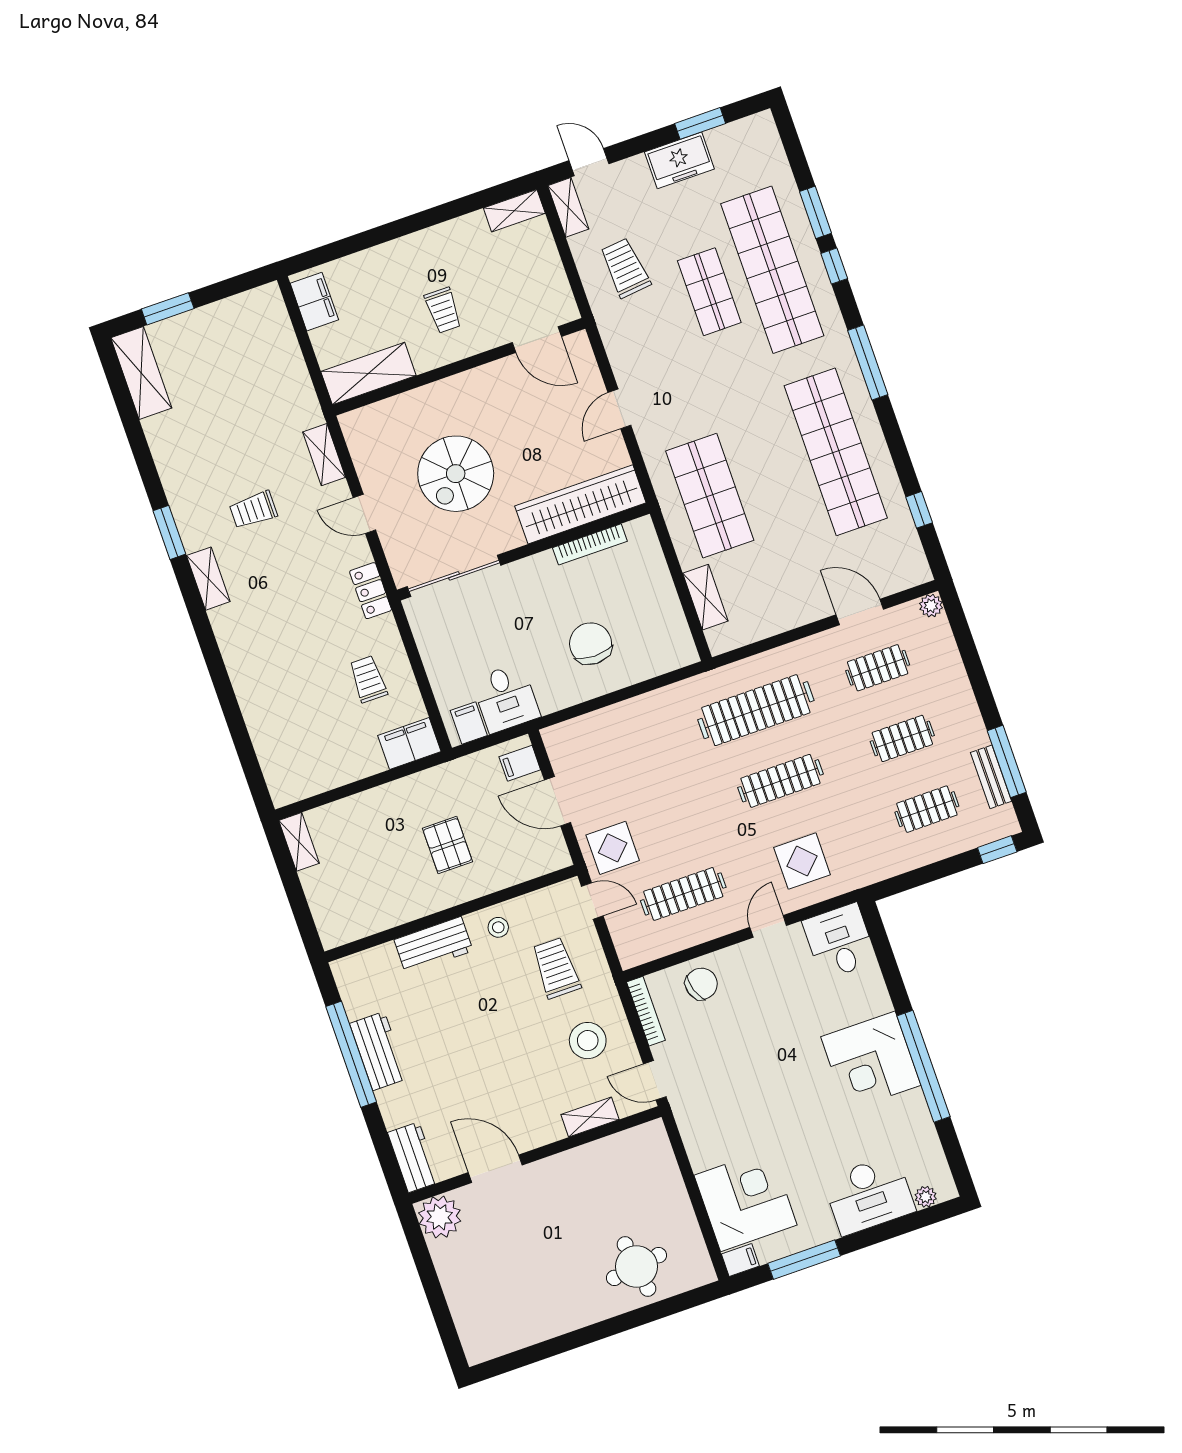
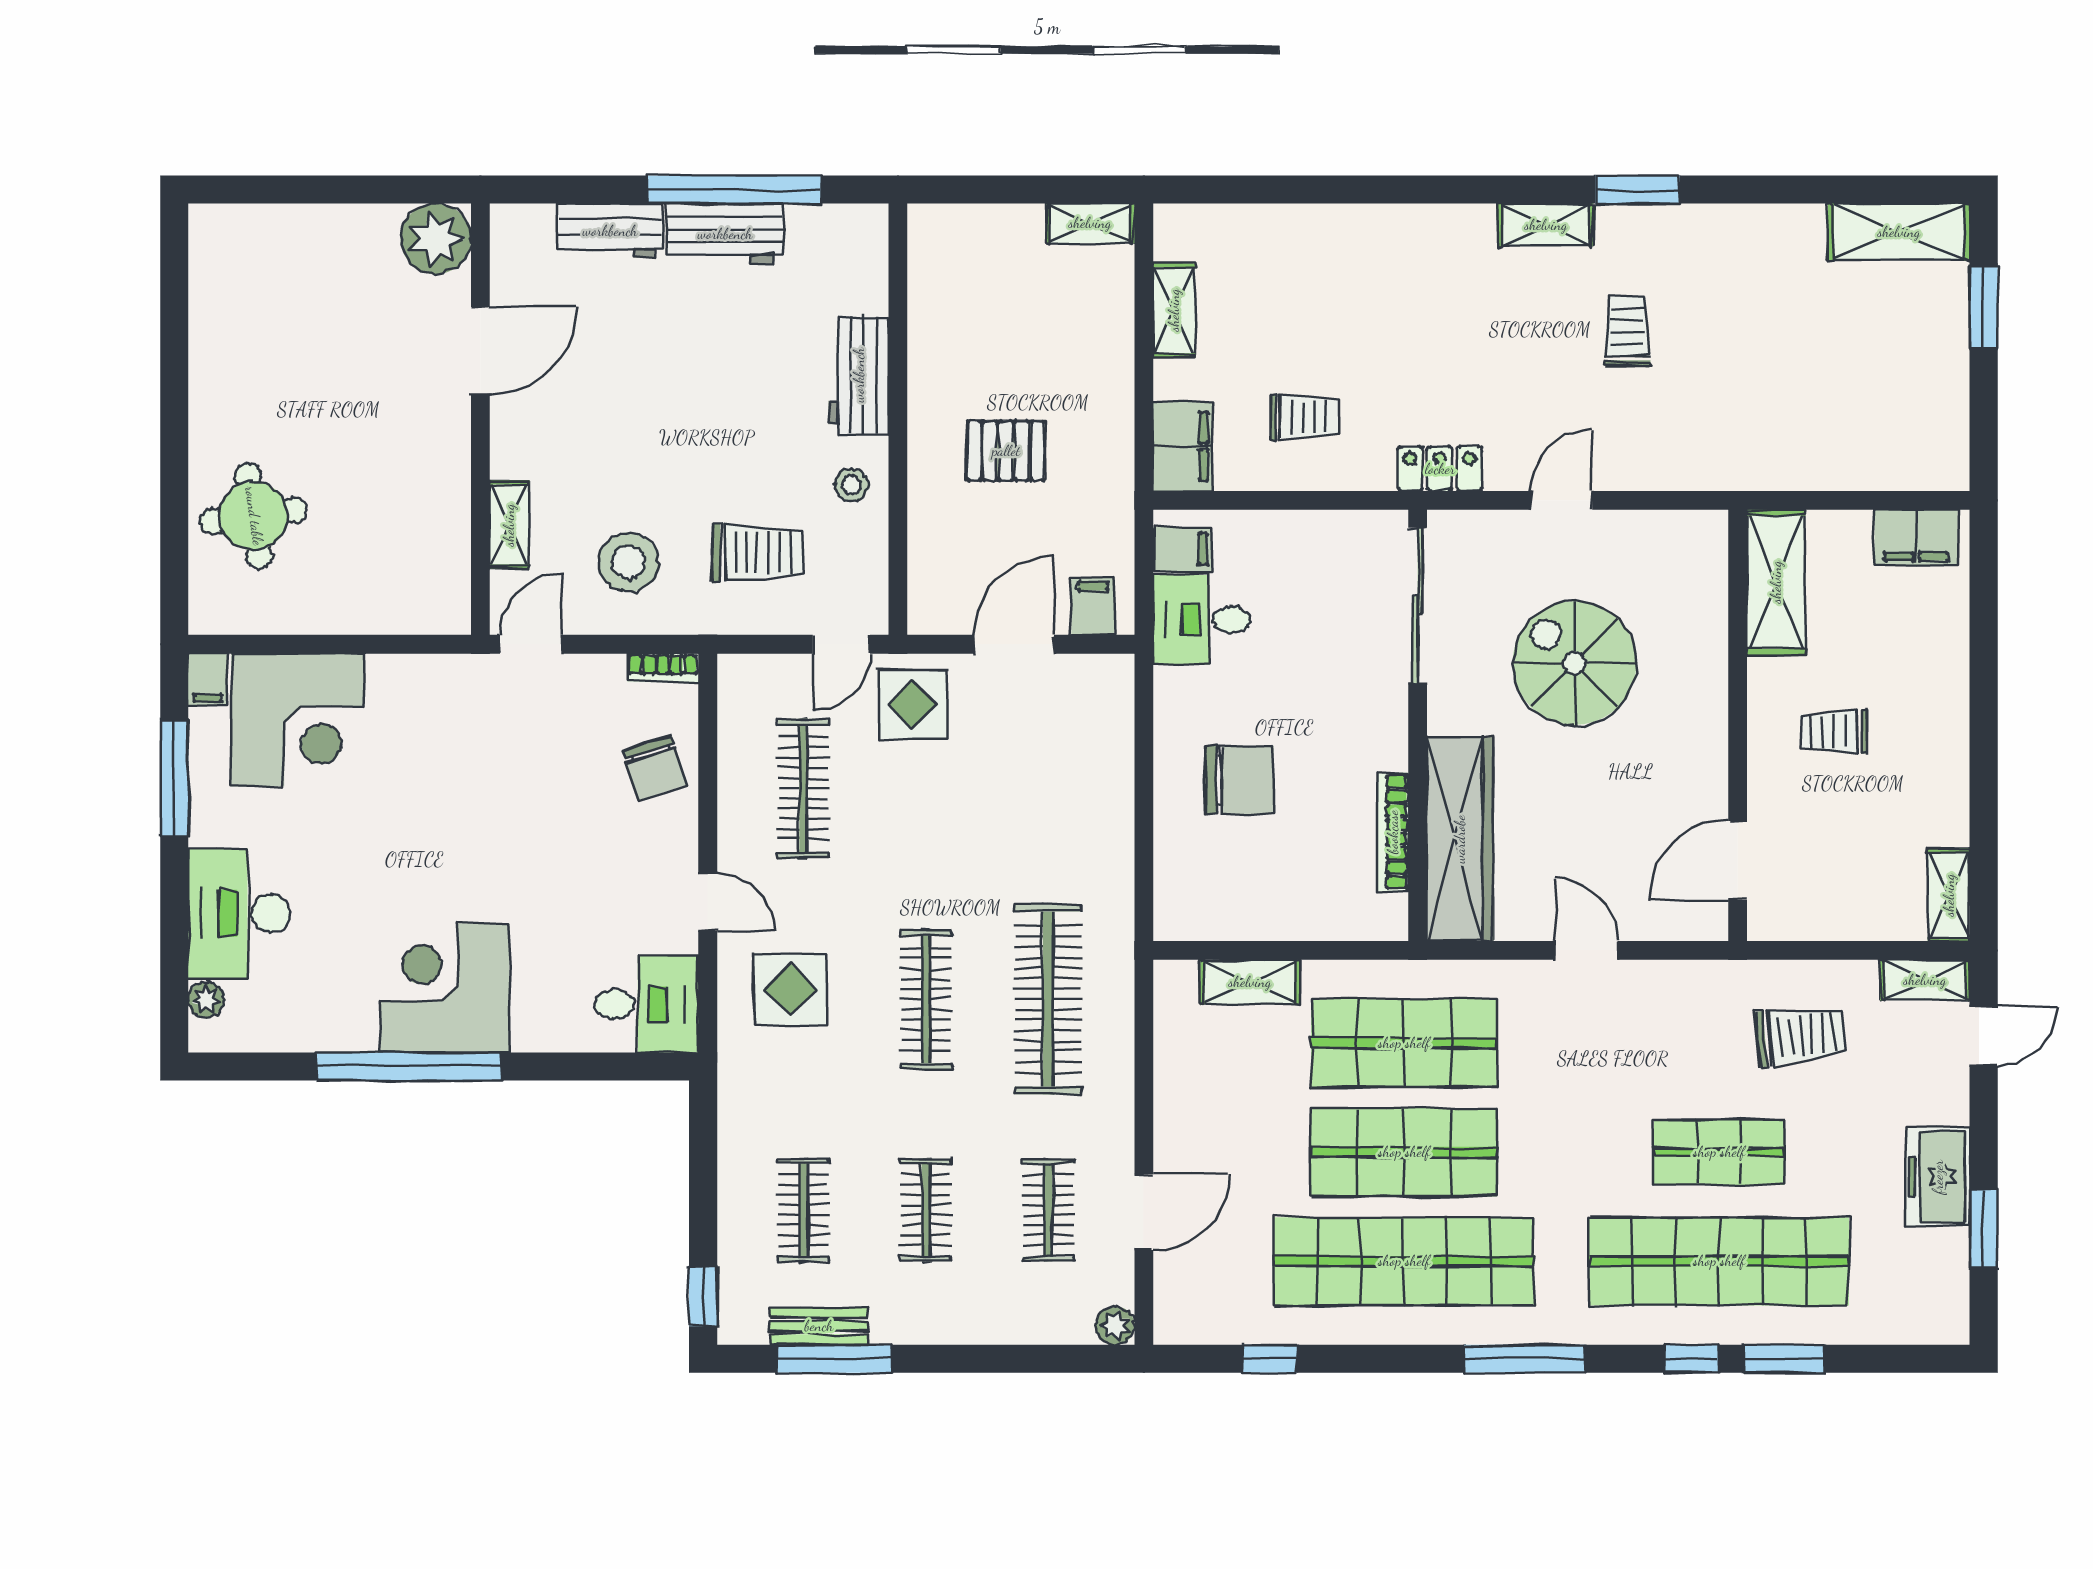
shelving: (324, 455) -> (1174, 310), moved, turned 90
shop shelf: (773, 474) -> (1404, 1152), added
bookcase: (646, 1011) -> (663, 668), width x0.64
workbench: (414, 1157) -> (610, 231), moved

